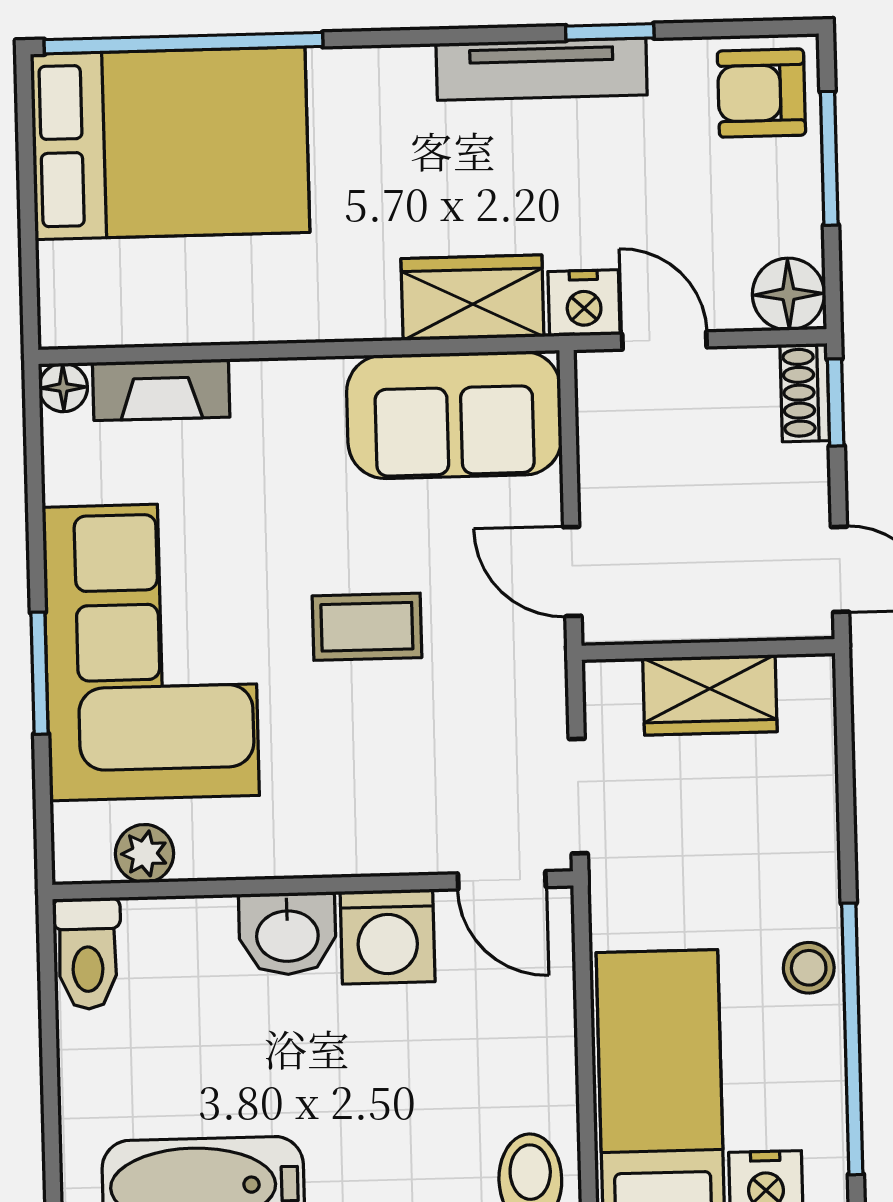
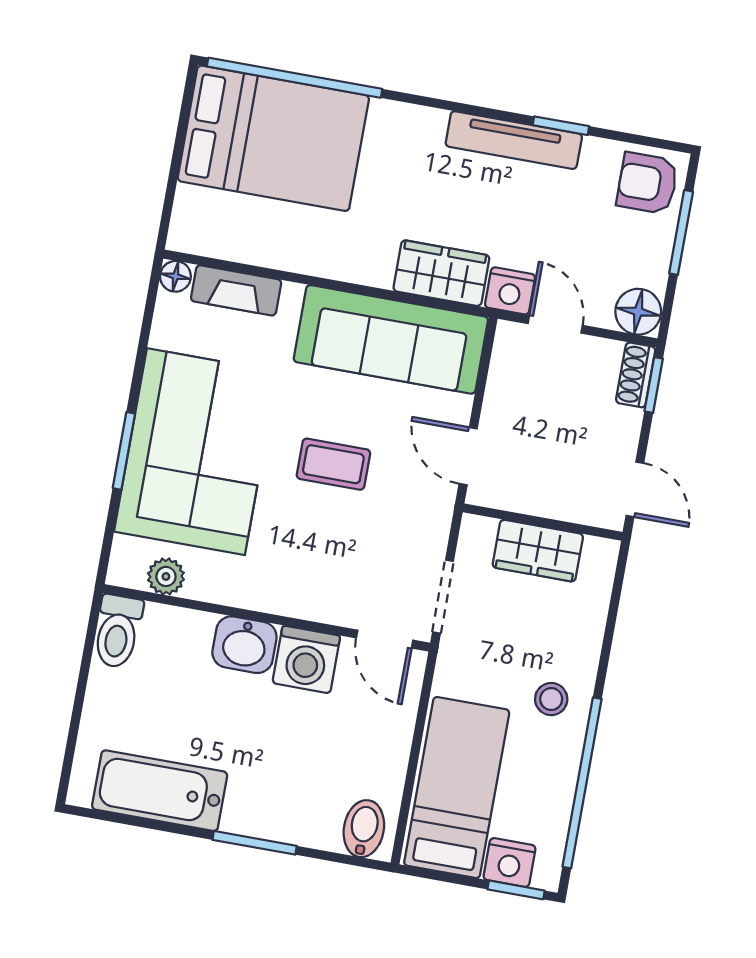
sofa: (454, 415) -> (391, 339), width x1.36
stool: (809, 968) -> (551, 699), moved

